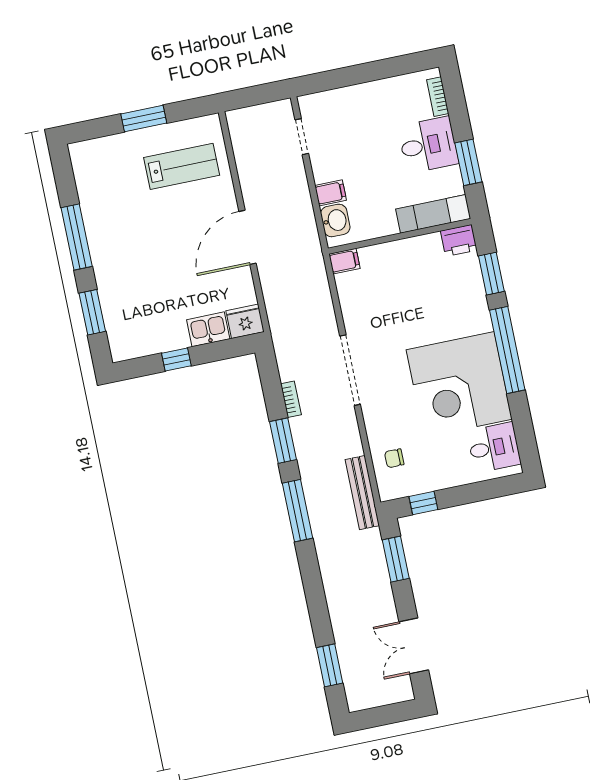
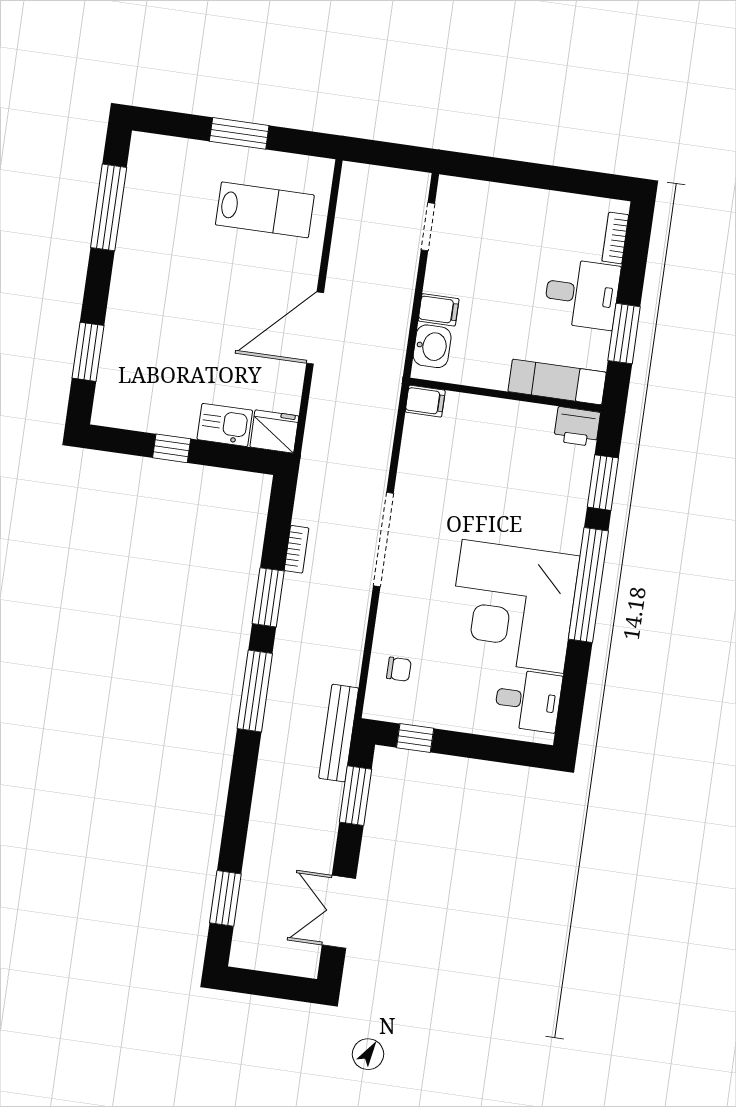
window: (77, 237) -> (109, 207), moved
chair: (394, 458) -> (399, 669), turned 180
bench: (362, 493) -> (339, 733), moved

